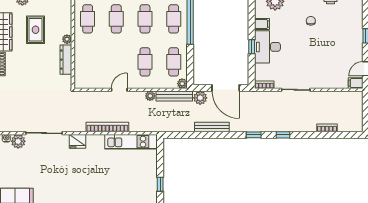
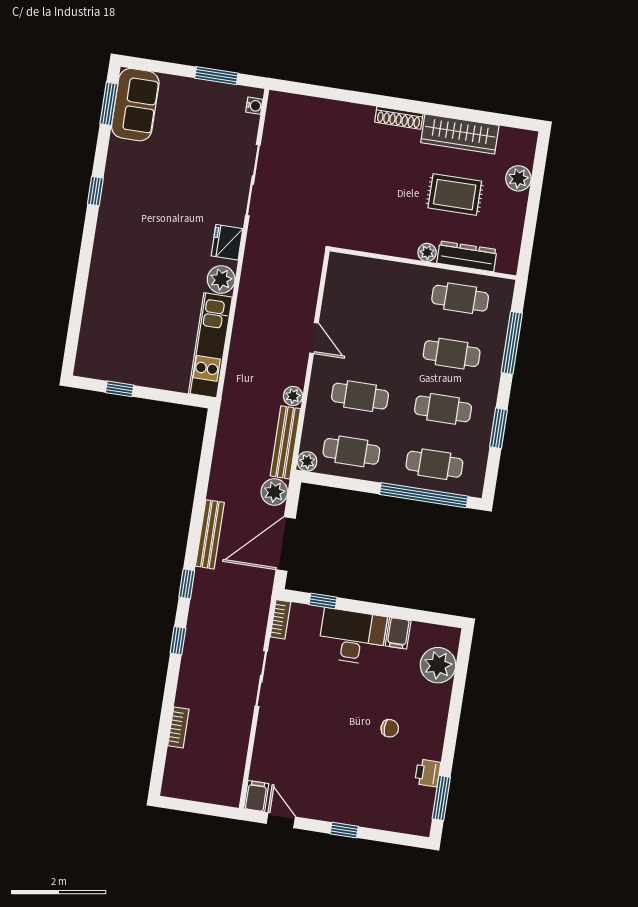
window: (252, 47) -> (323, 601), moved
dresser: (66, 60) -> (467, 256), moved
bookcase: (107, 127) -> (246, 304), removed
bench: (212, 127) -> (210, 534), moved
plant: (18, 141) -> (221, 279), moved

